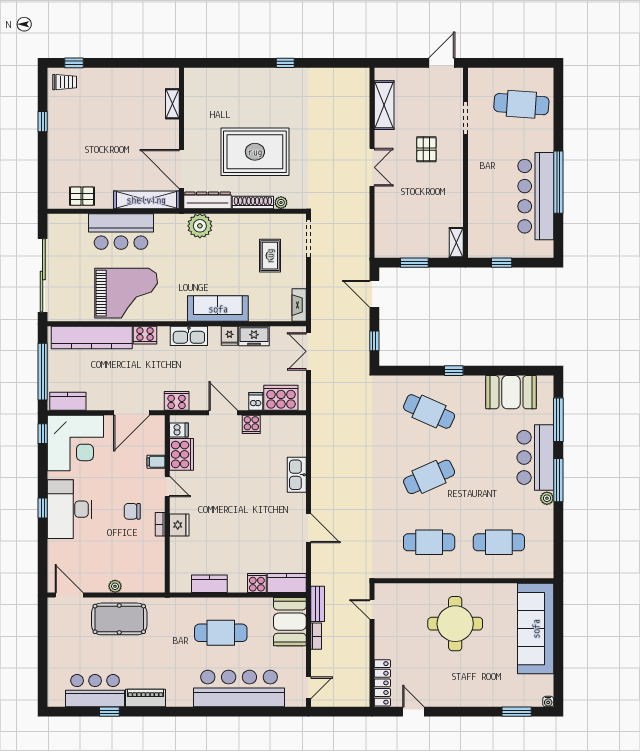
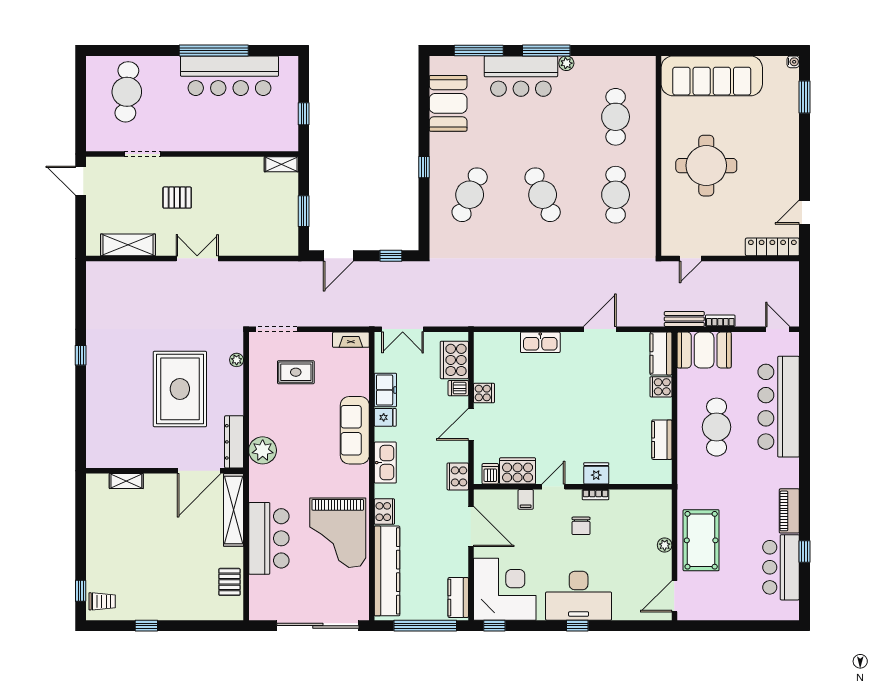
trolley: (65, 82) -> (102, 601), turned 90
shoe rack: (253, 202) -> (236, 391), removed
grand piano: (126, 293) -> (338, 533), turned 180

